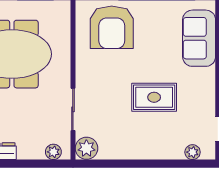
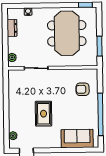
armchair: (112, 27) -> (83, 89), width x0.53, depth x0.53
plant: (86, 148) -> (14, 76), removed

